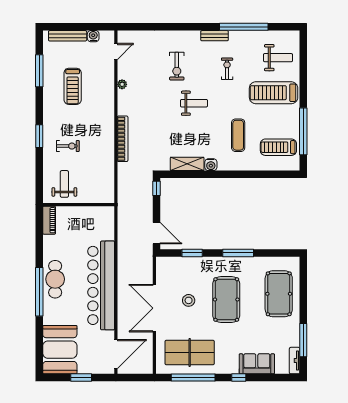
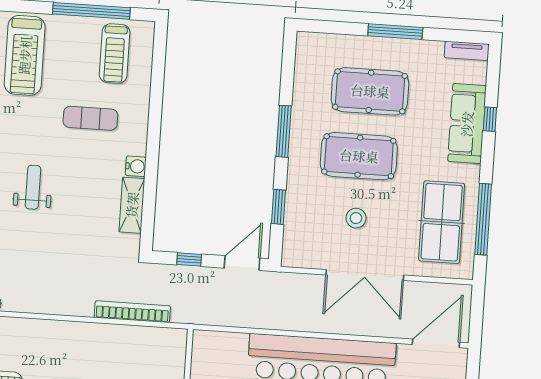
bookcase: (123, 139) -> (132, 312), moved
window: (157, 188) -> (189, 259), moved
pool table: (279, 294) -> (370, 91), moved
window: (303, 340) -> (395, 32), moved
door: (116, 354) -> (436, 343), hinge flipped
sofa: (257, 364) -> (467, 124), width x1.36
window: (239, 378) -> (490, 119), moved

